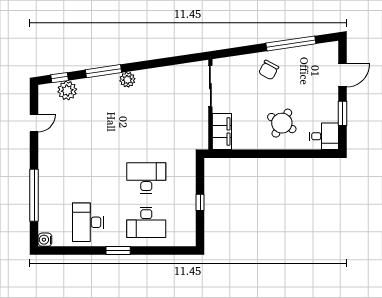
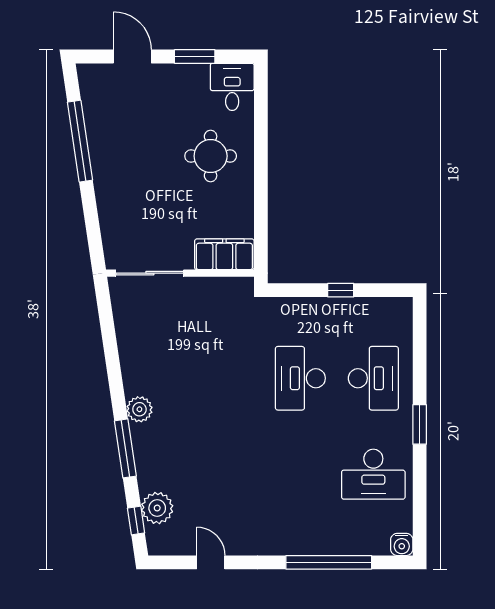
chair: (269, 70) -> (123, 178), removed
round table: (282, 123) -> (211, 156), turned -30

